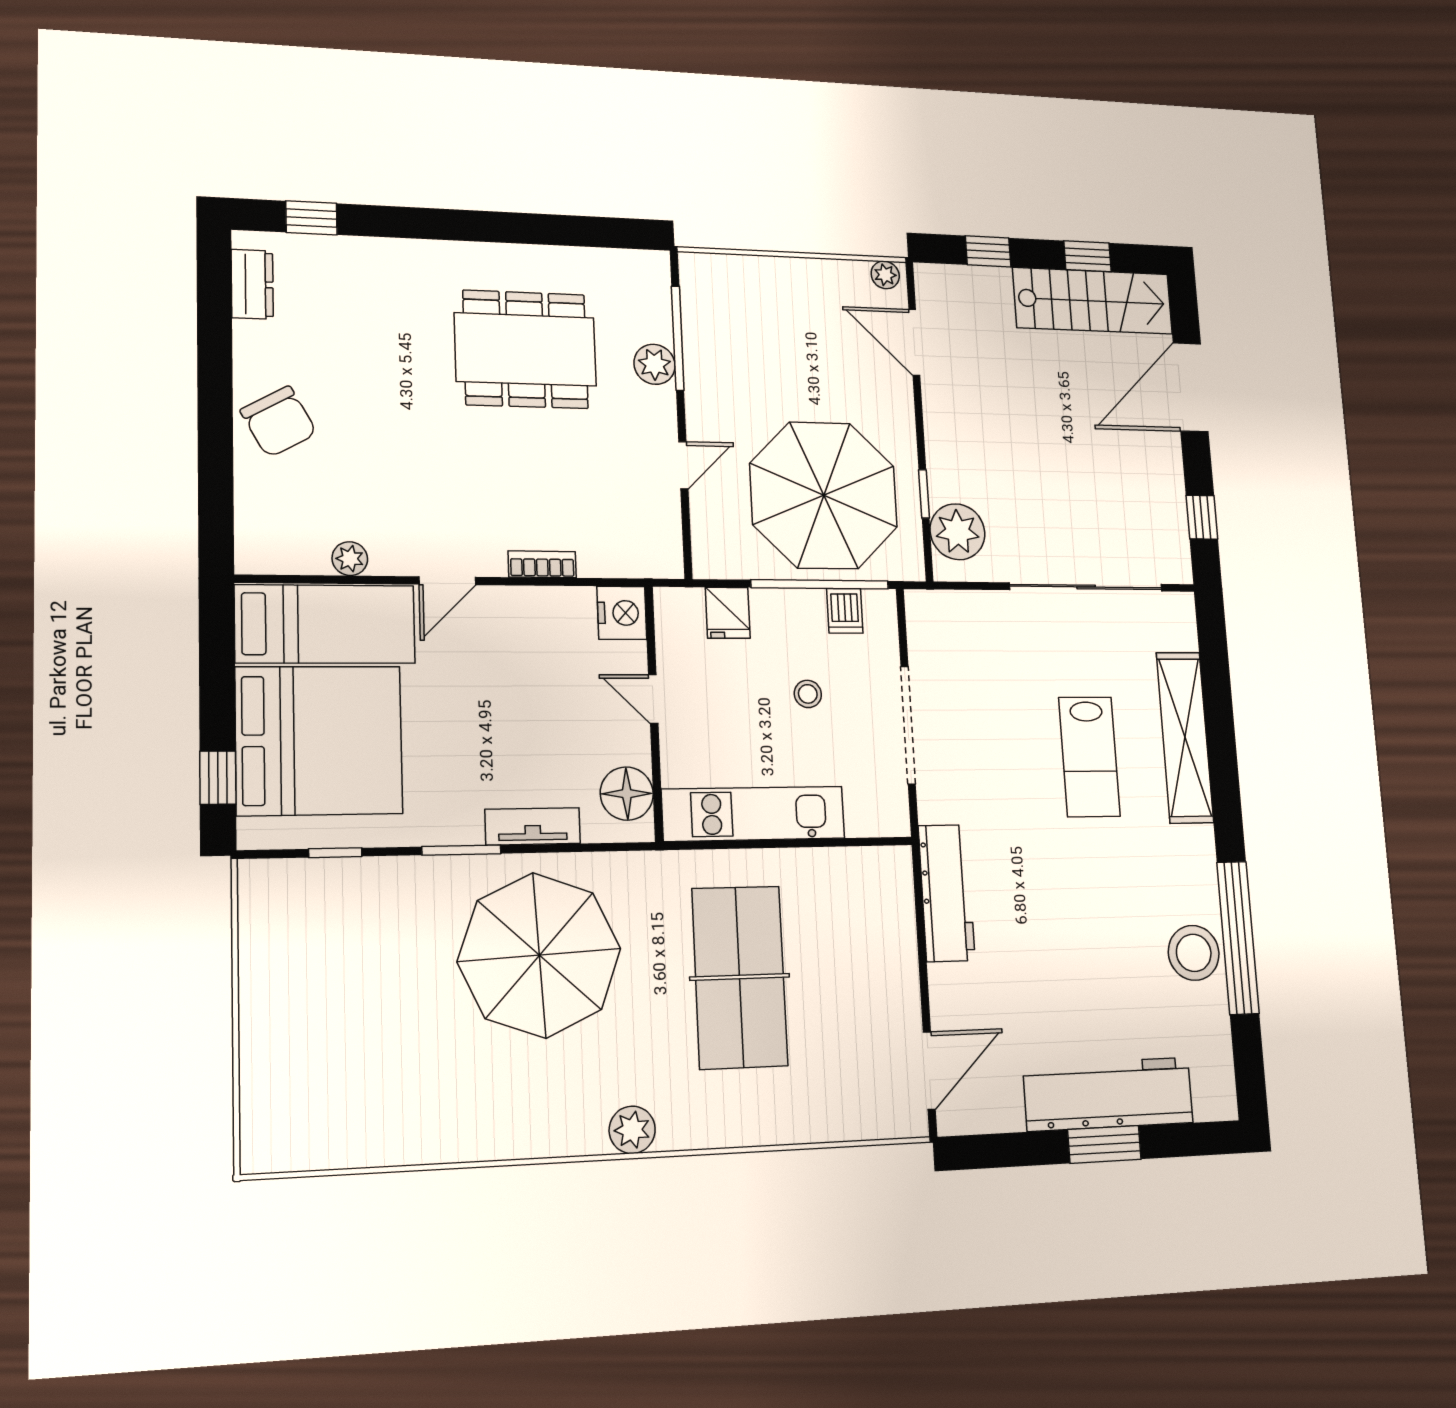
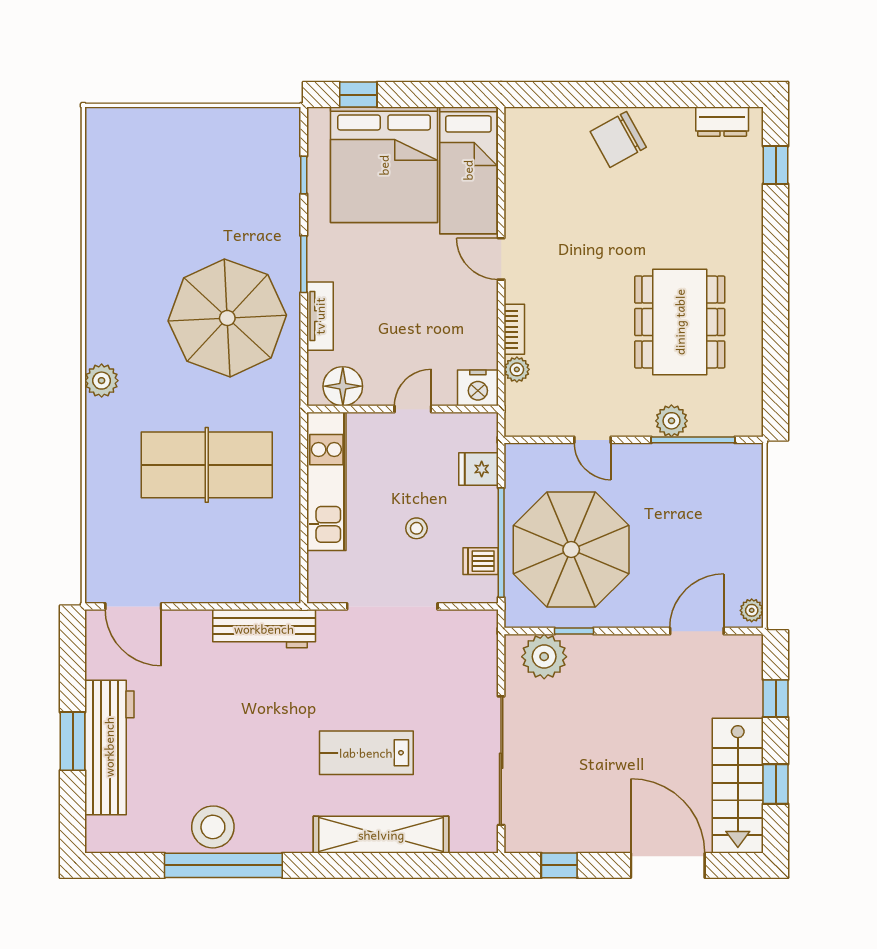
plant: (350, 559) -> (517, 369), moved

